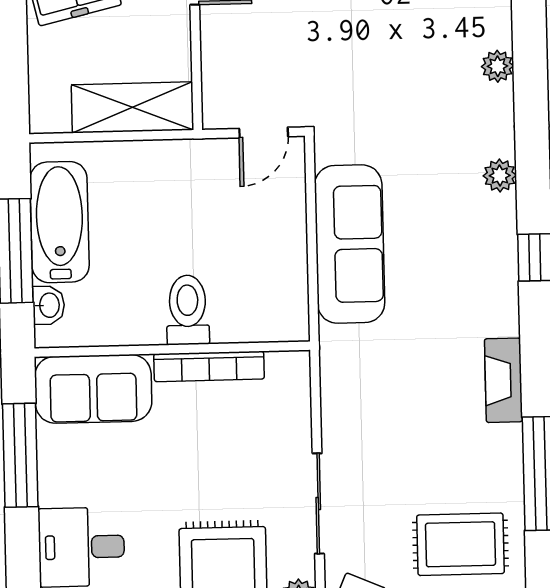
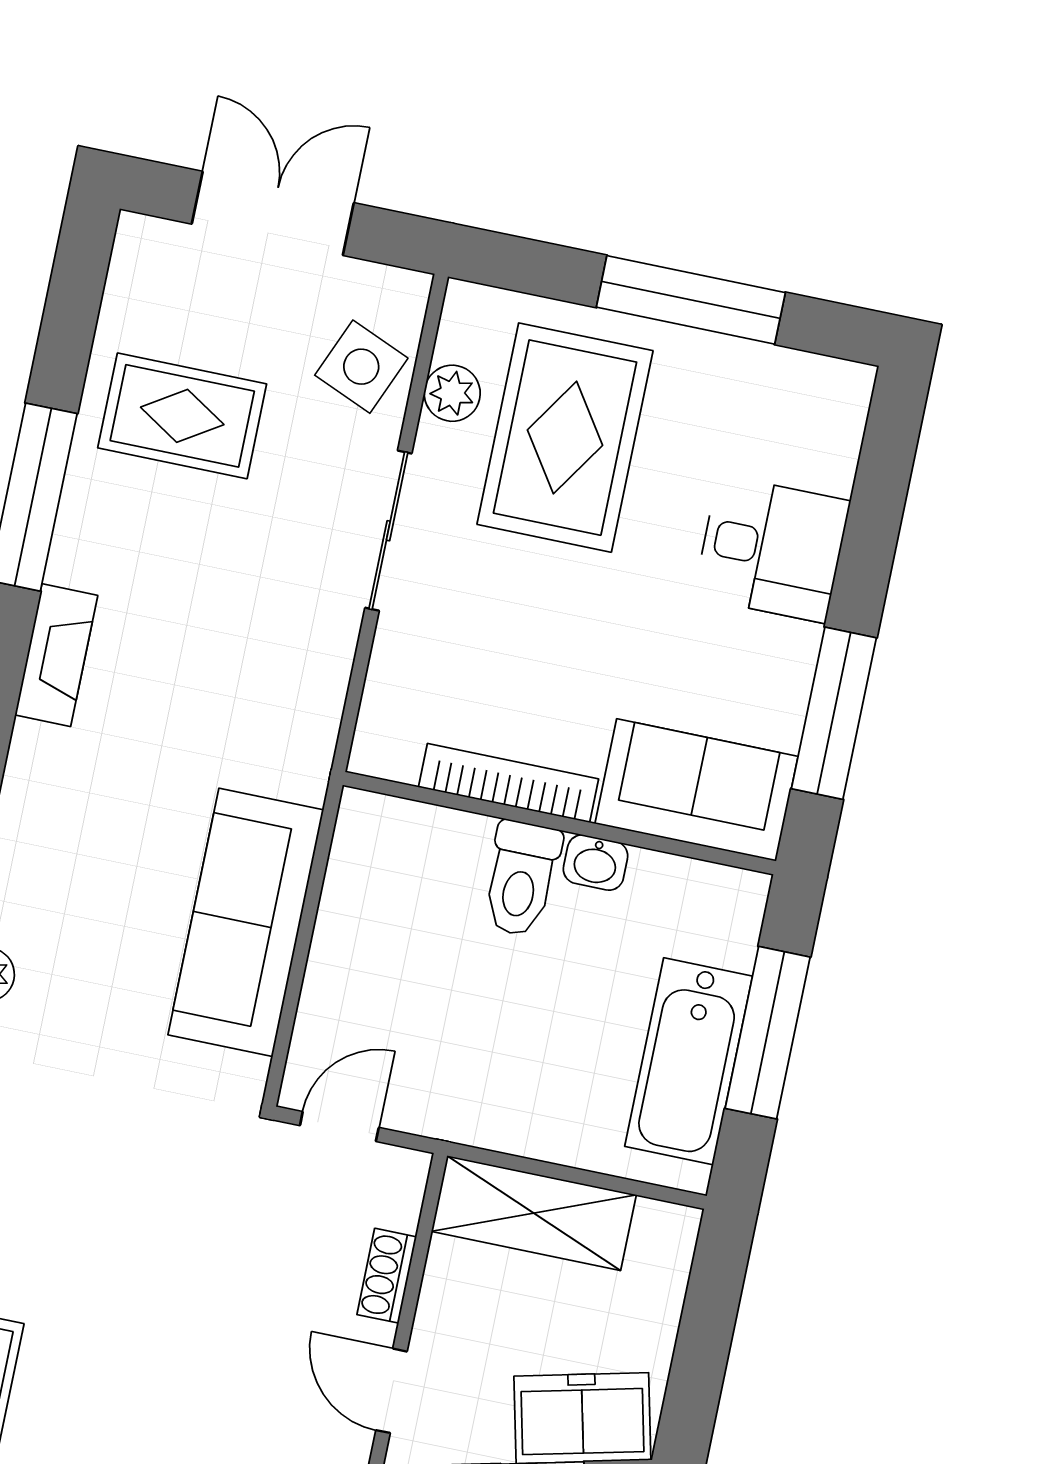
shoe rack: (213, 48) -> (387, 1276), added
washbasin: (49, 305) -> (596, 862), moved, turned -90

